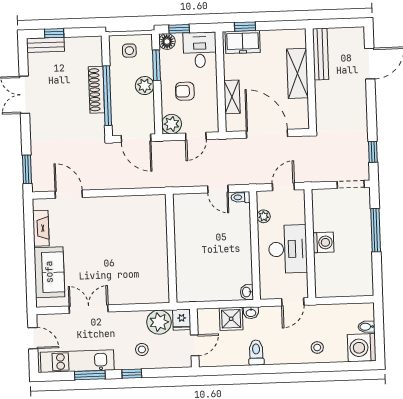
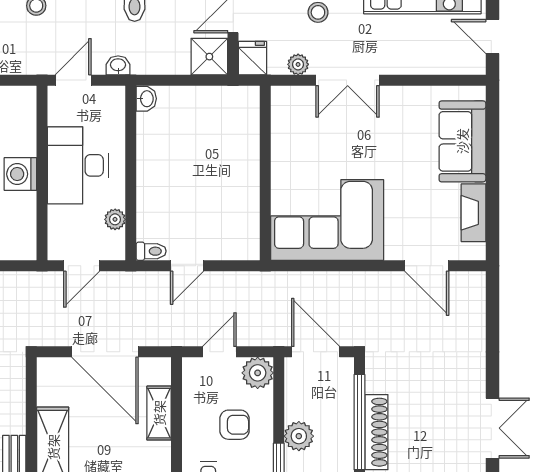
window: (27, 169) -> (492, 308), removed
door: (218, 189) -> (187, 266), swing flipped
corner sofa: (132, 221) -> (327, 220), added
double door: (89, 309) -> (348, 80), moved
washbasin: (251, 313) -> (118, 65), moved
shower: (231, 319) -> (209, 57), moved
plant: (159, 322) -> (298, 64), width x0.53, depth x0.53

